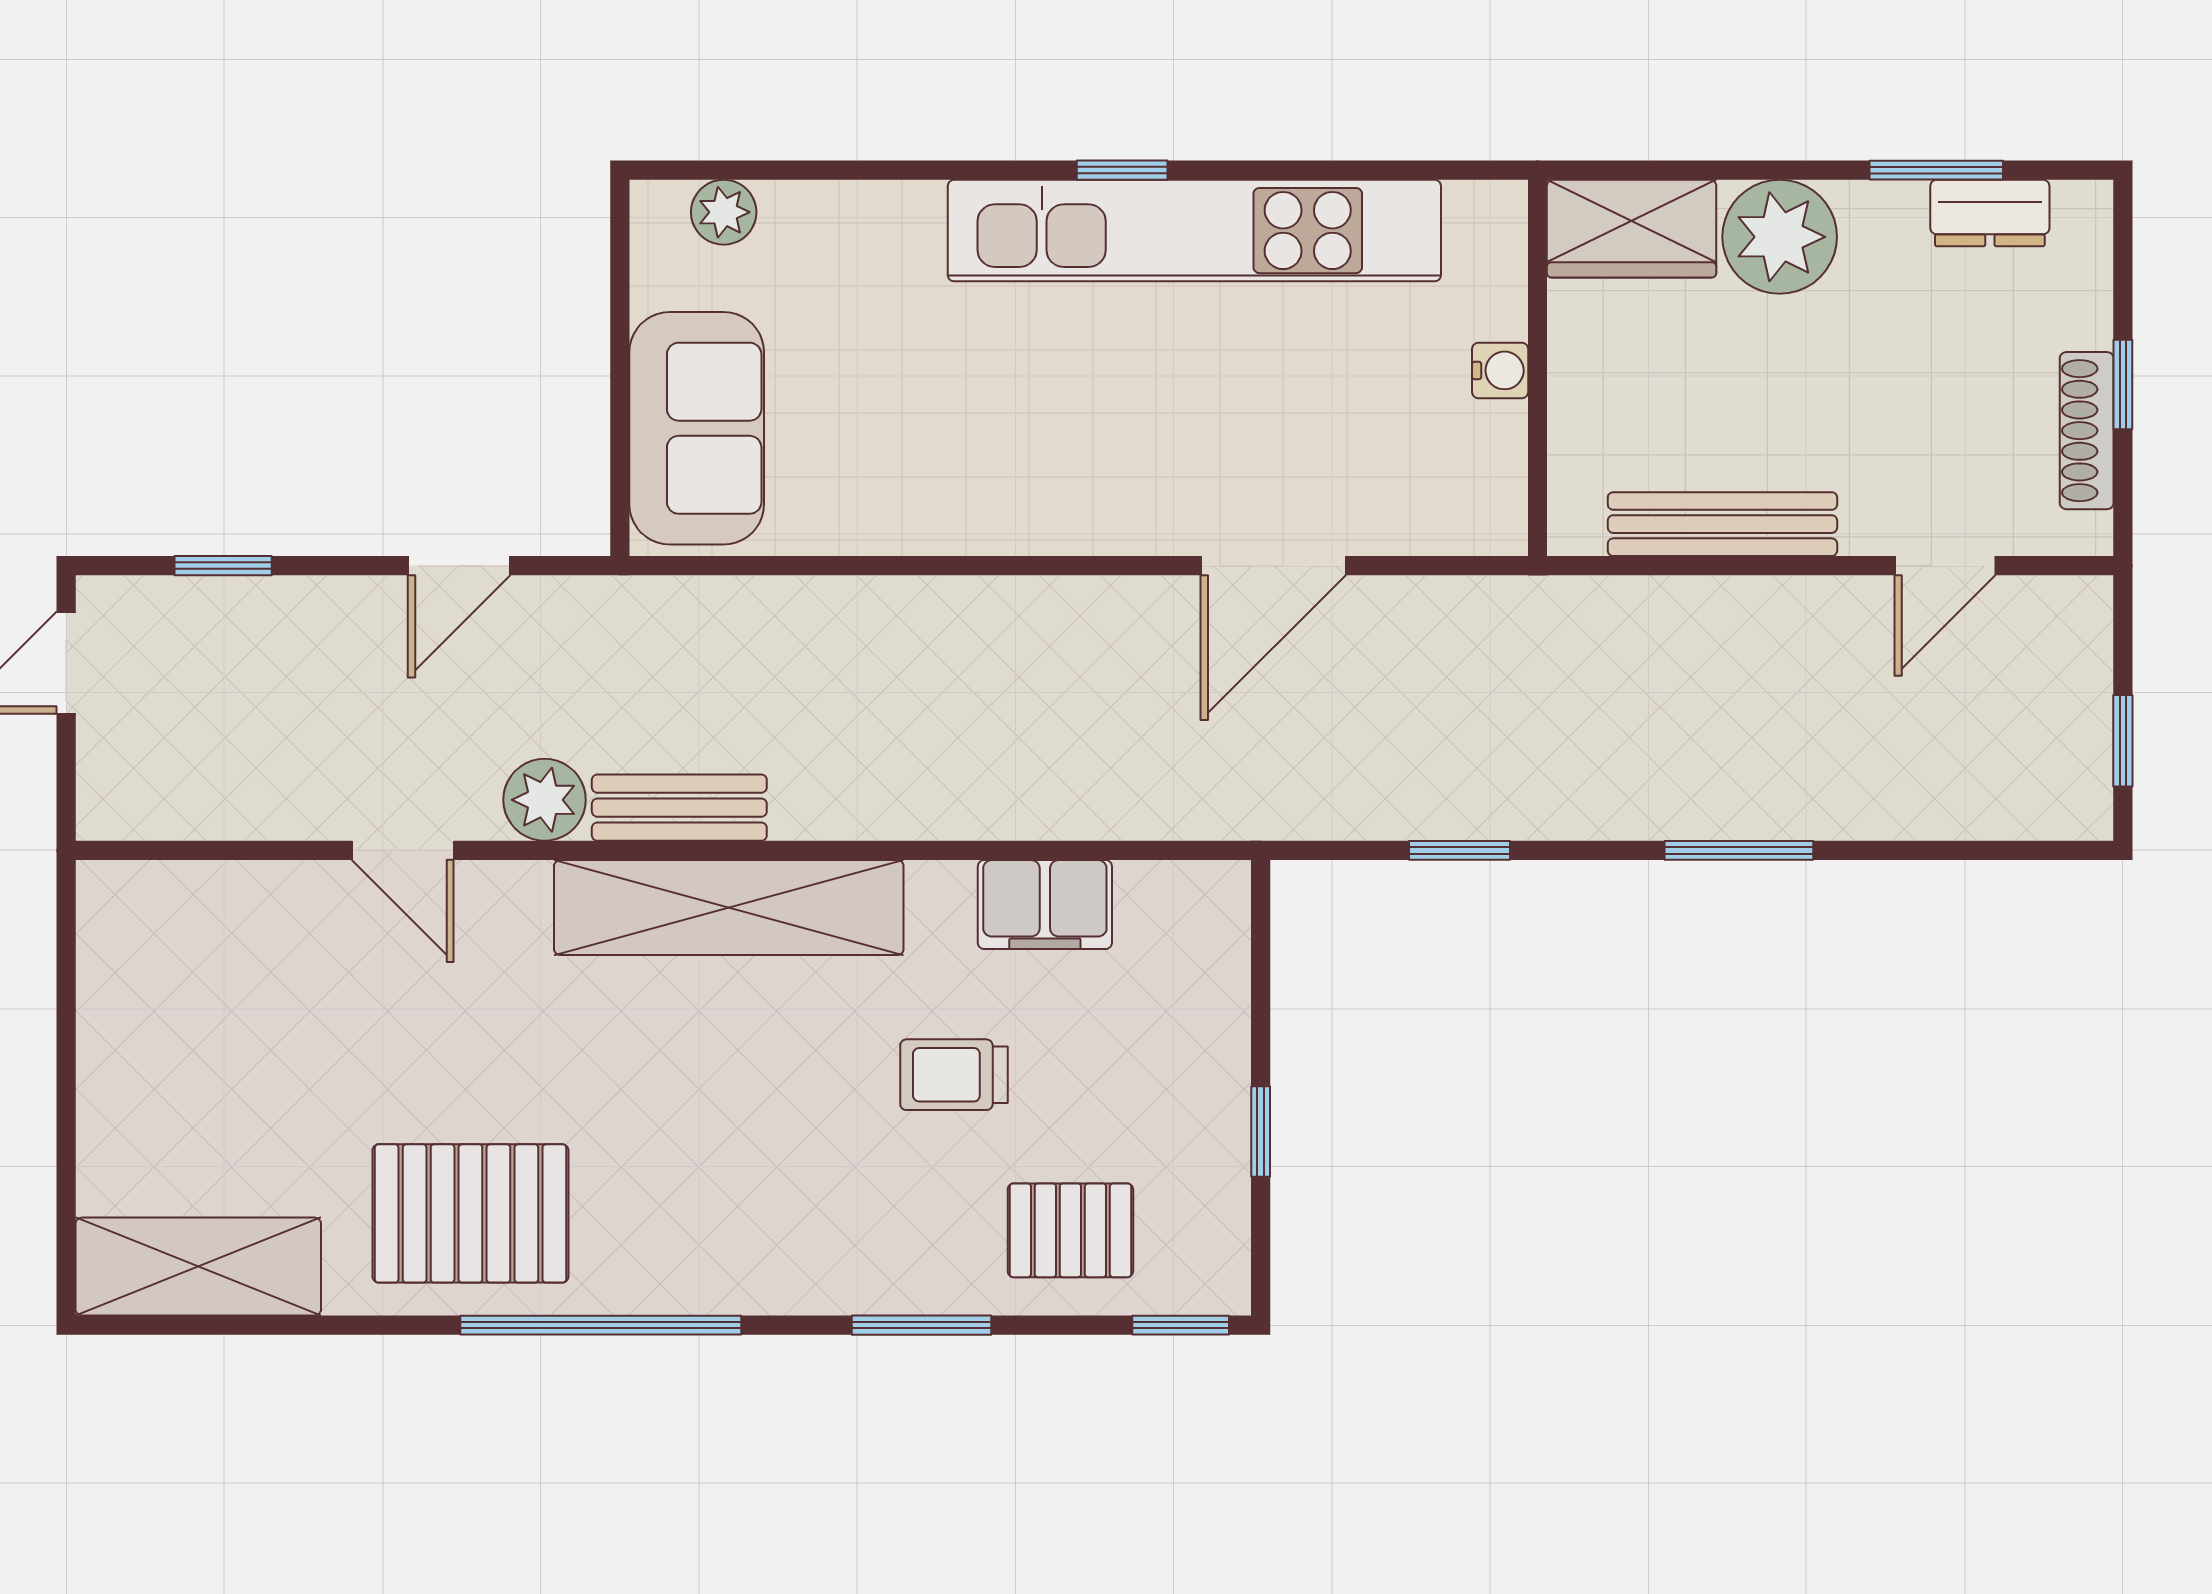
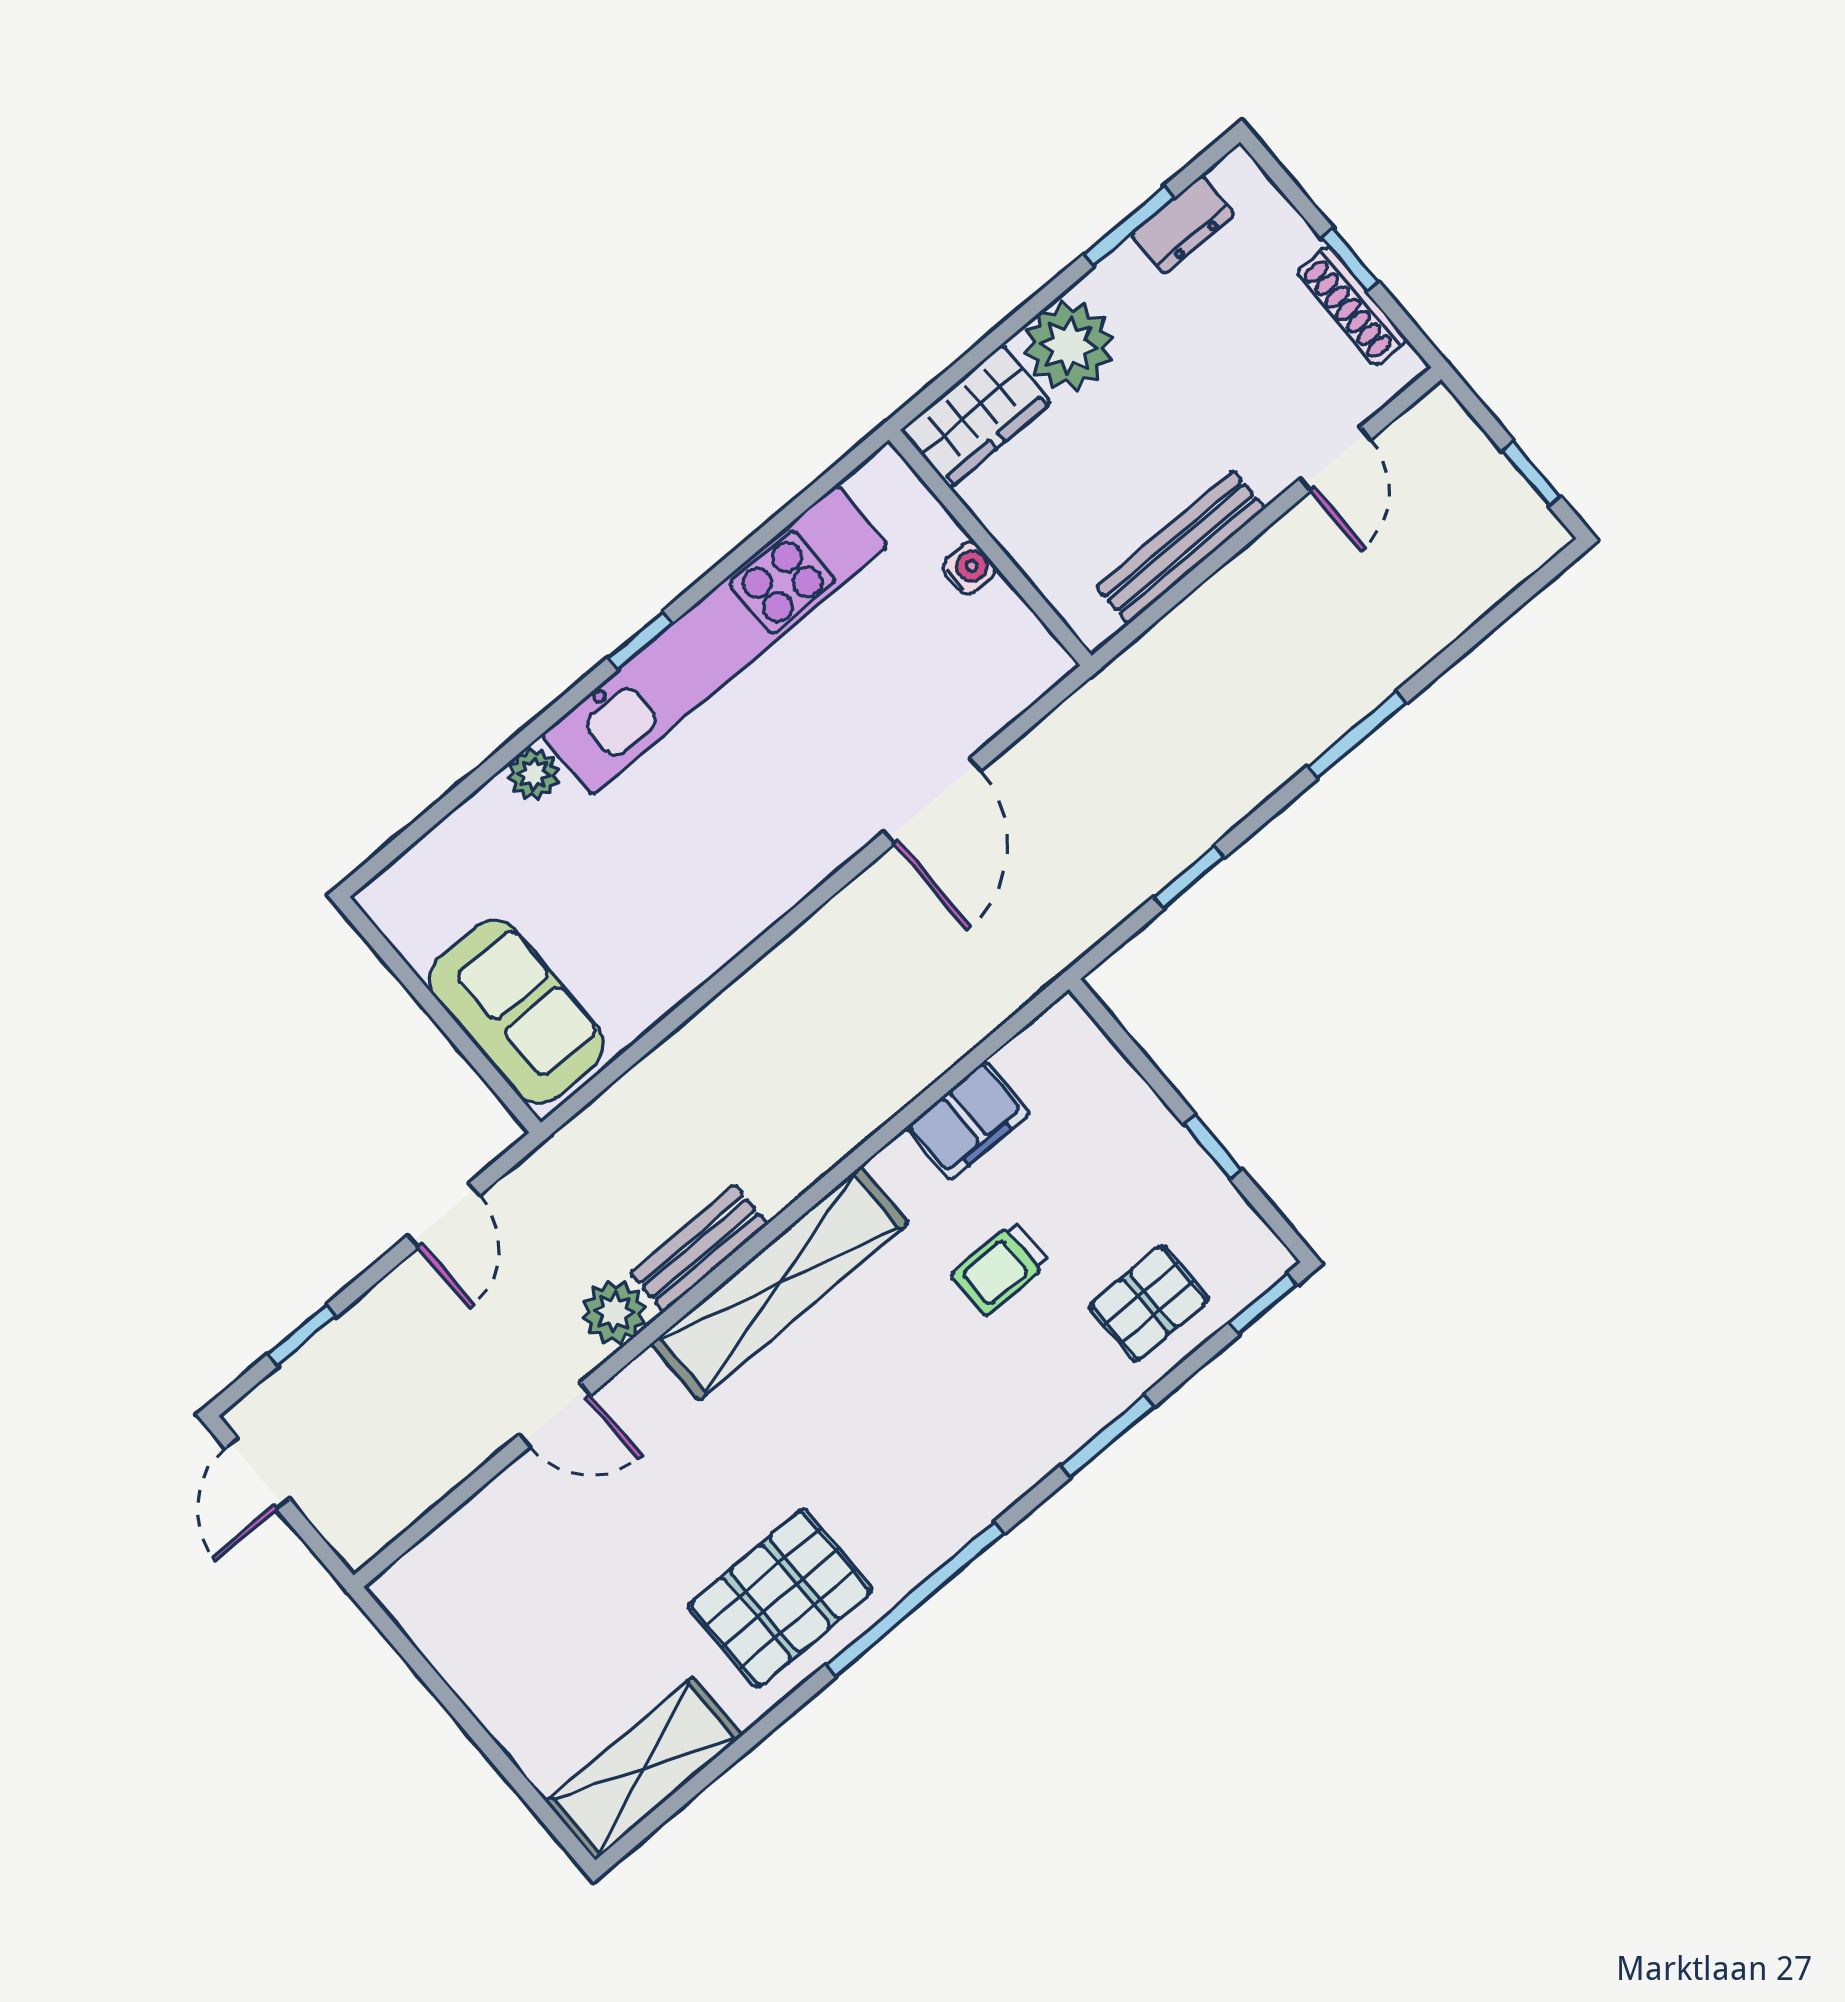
plant: (724, 212) -> (534, 774), moved

